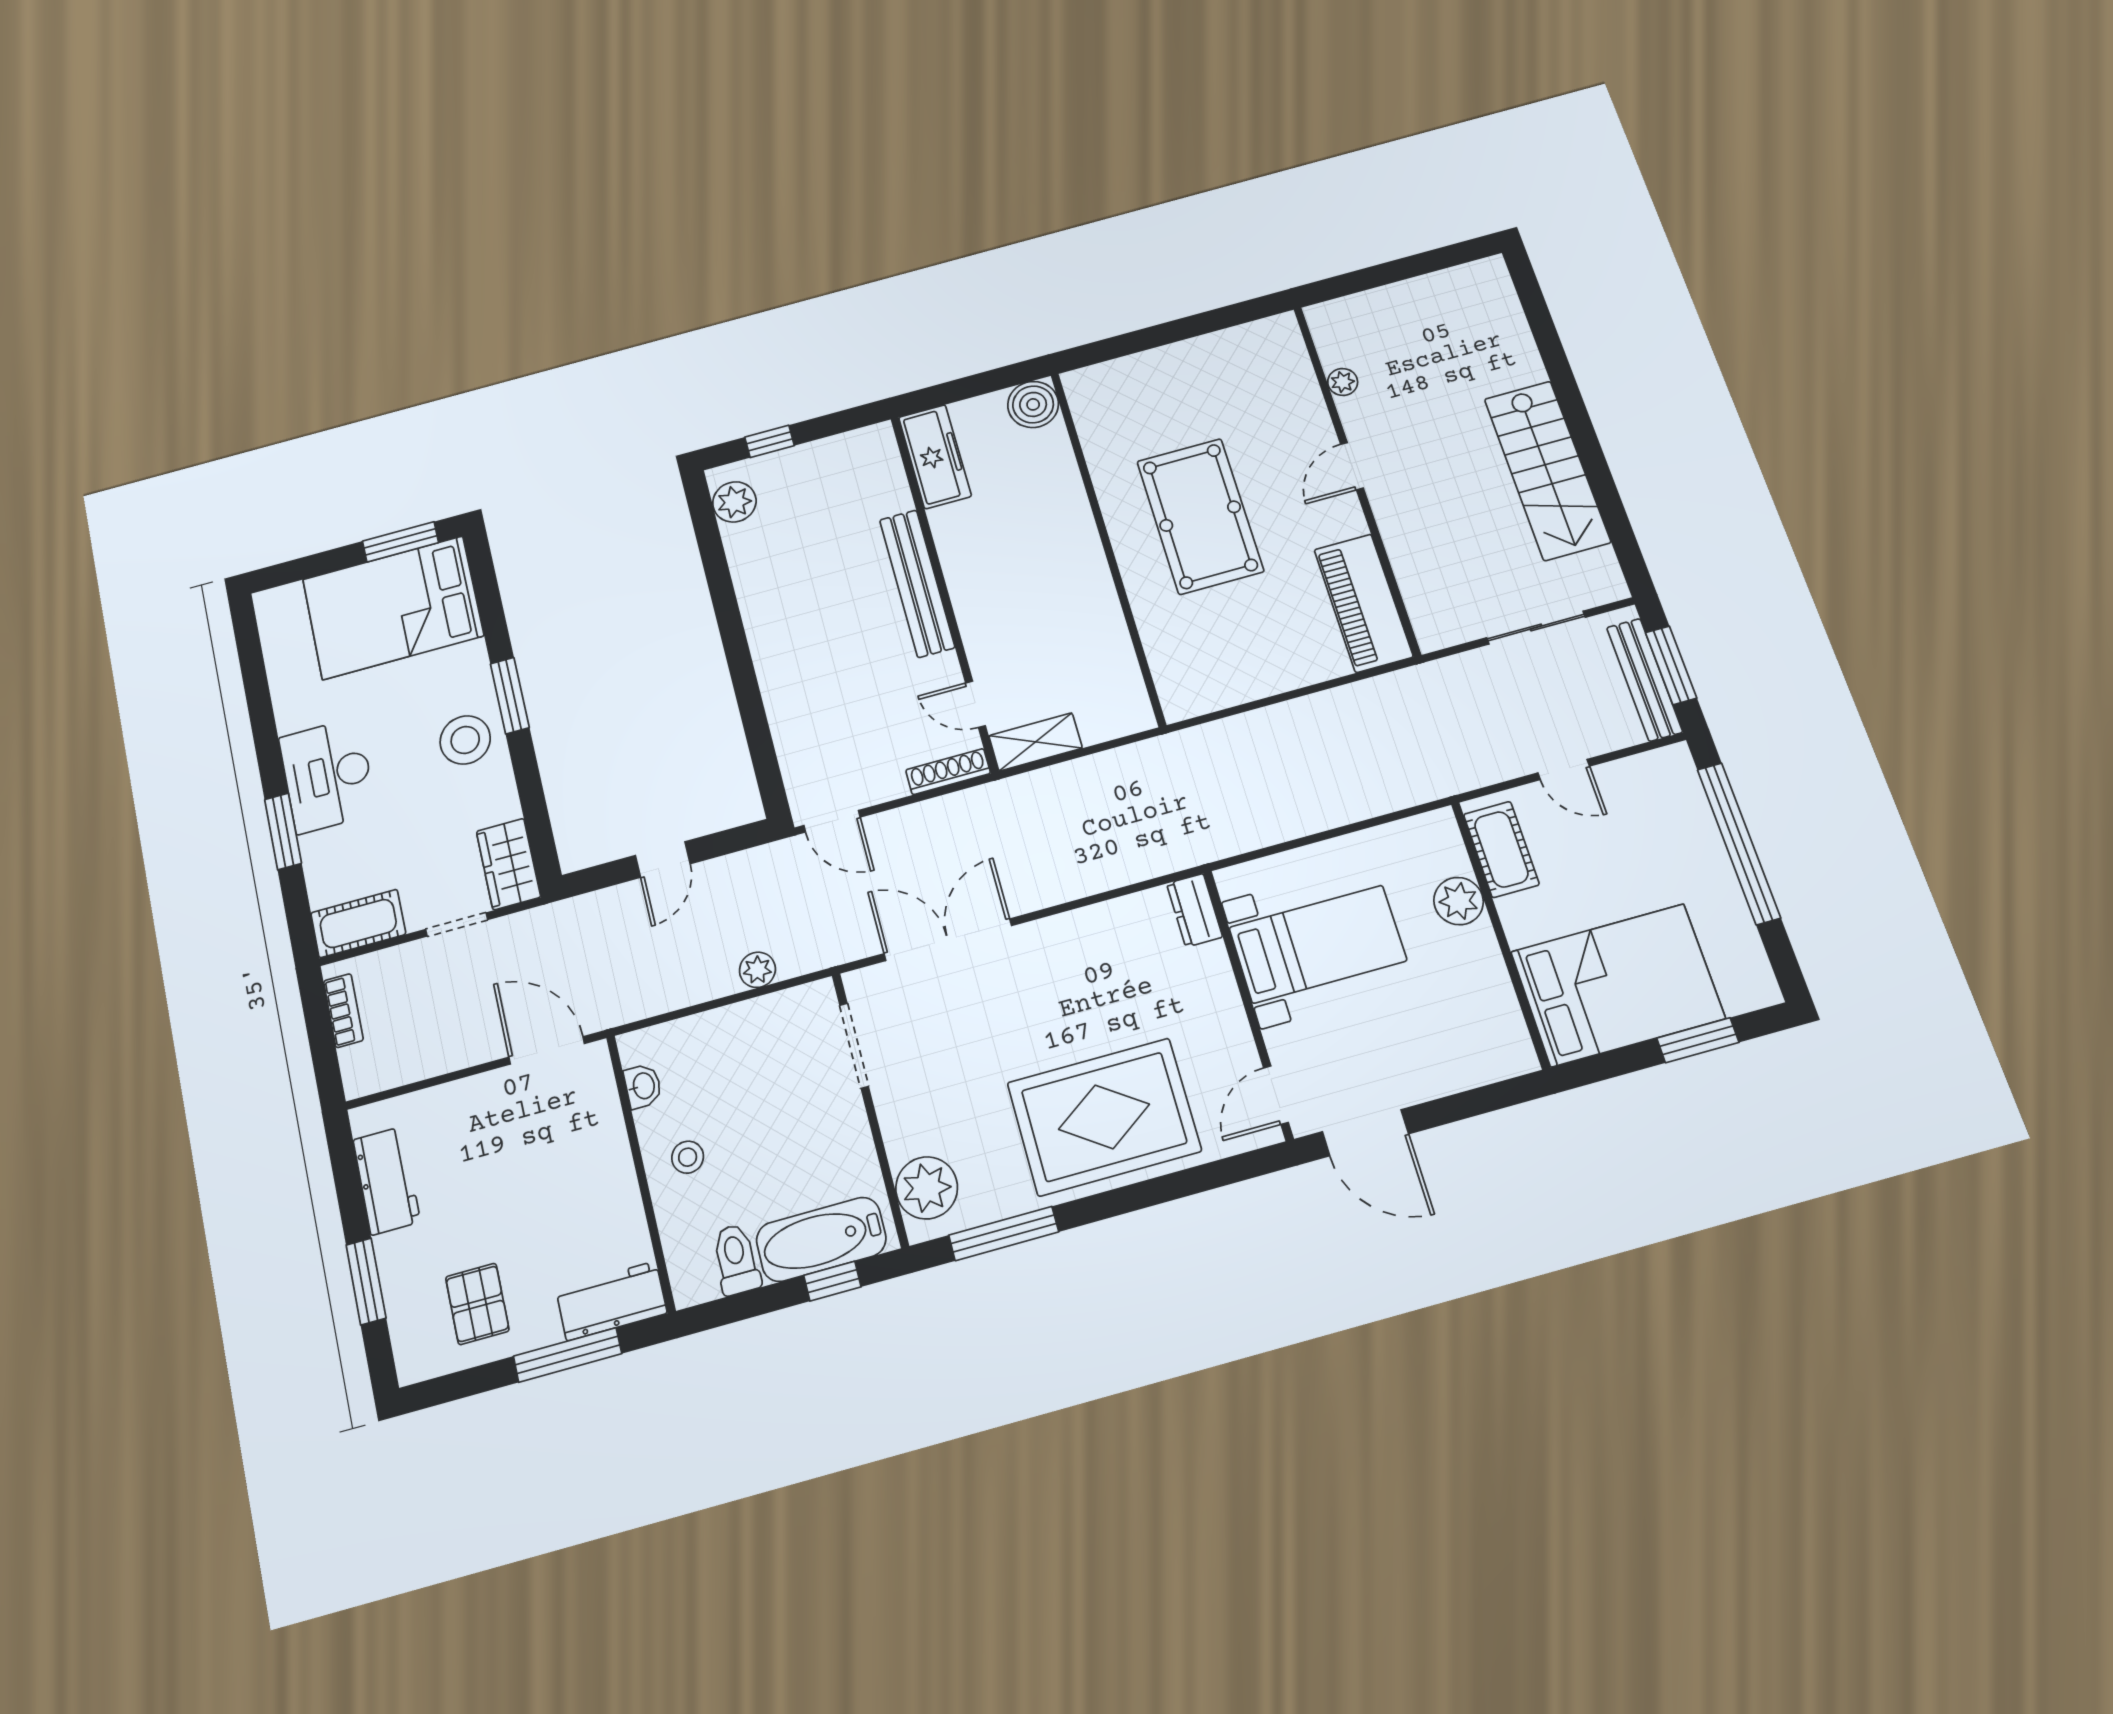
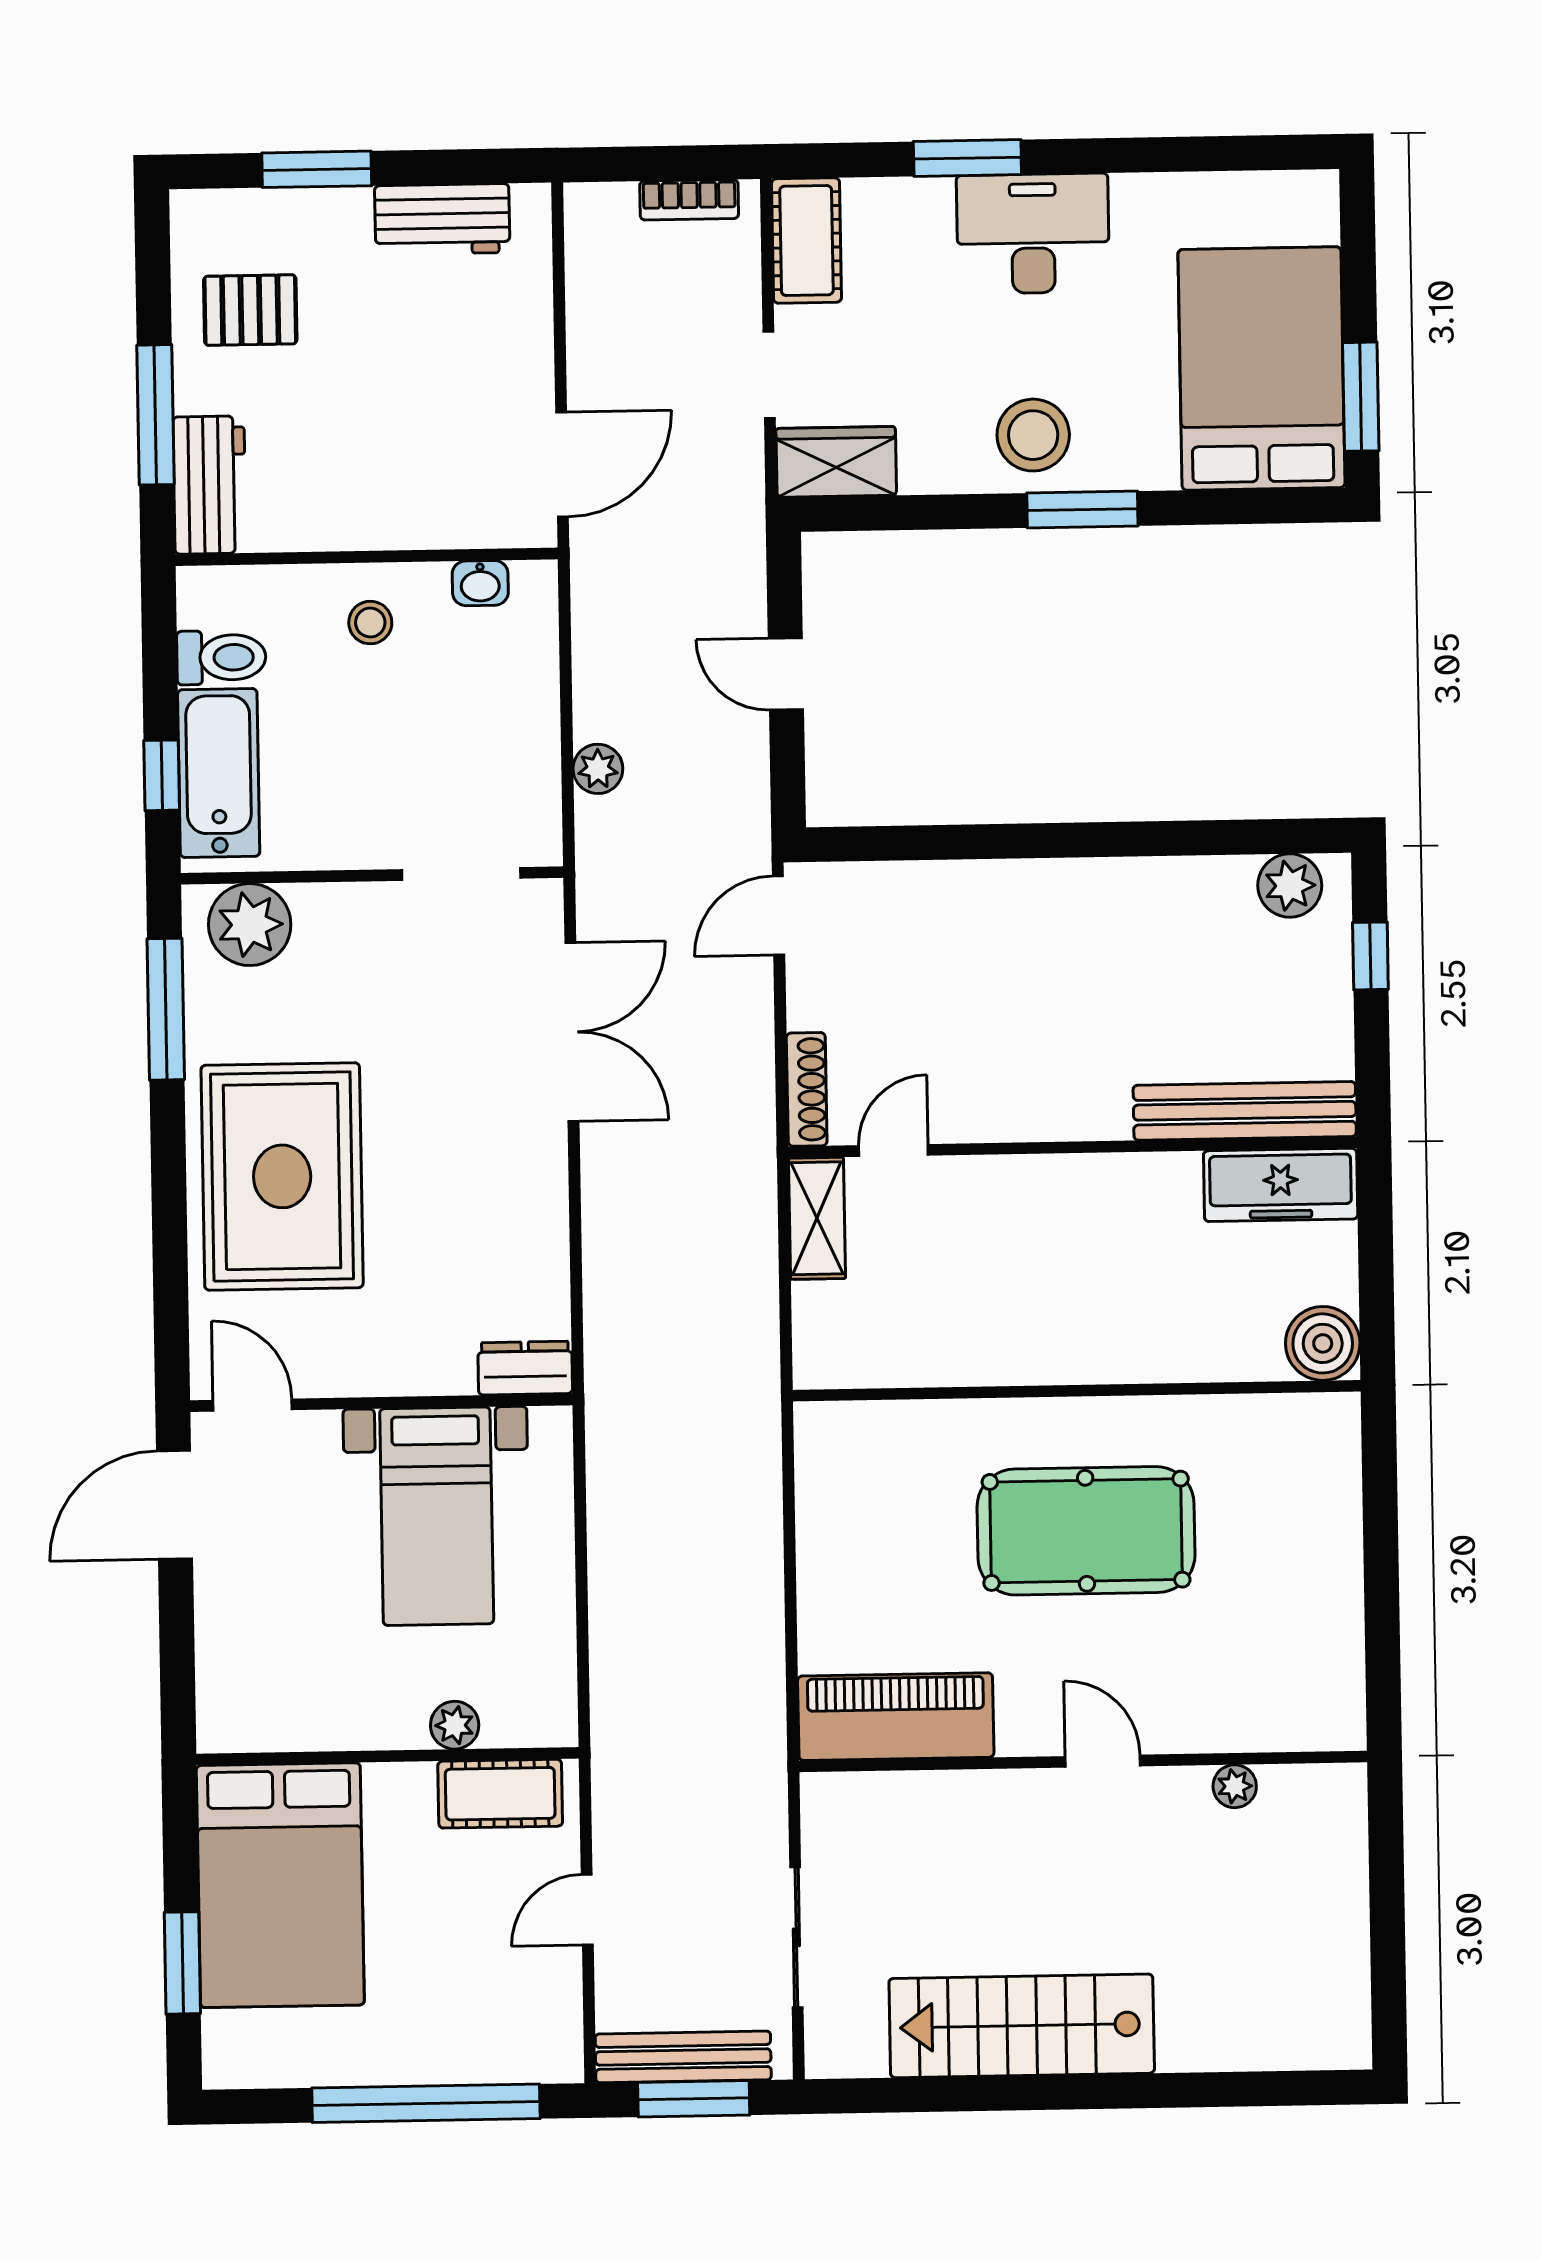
bench: (917, 583) -> (1245, 1111), moved
plant: (1459, 901) -> (455, 1725), width x0.73, depth x0.73

